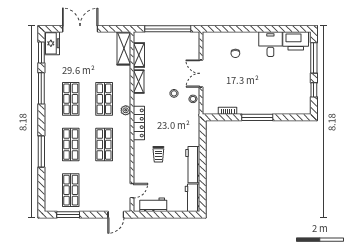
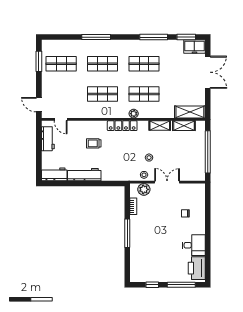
plant: (209, 99) -> (144, 189), added

